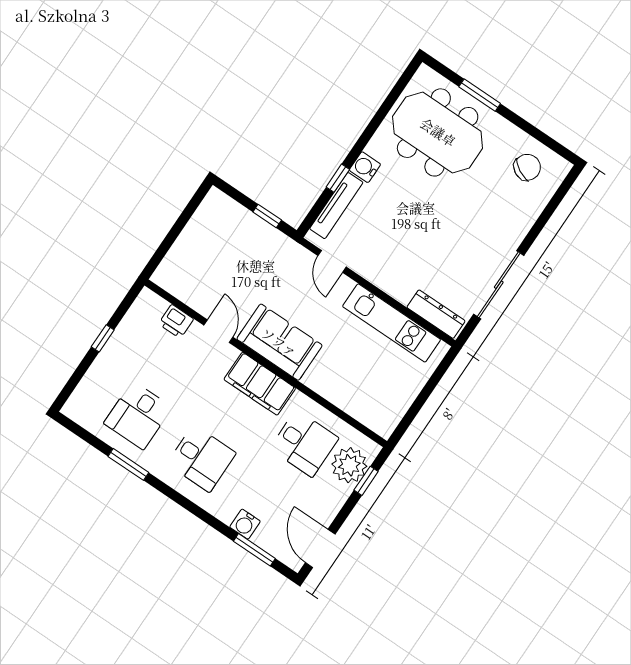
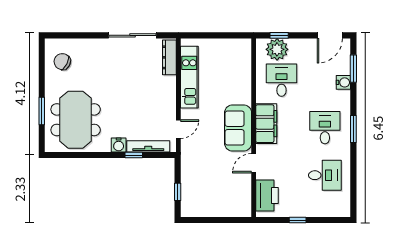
window: (267, 216) -> (178, 192), moved
printer: (176, 321) -> (267, 196), width x1.87, depth x1.48
window: (128, 464) -> (353, 129), moved

